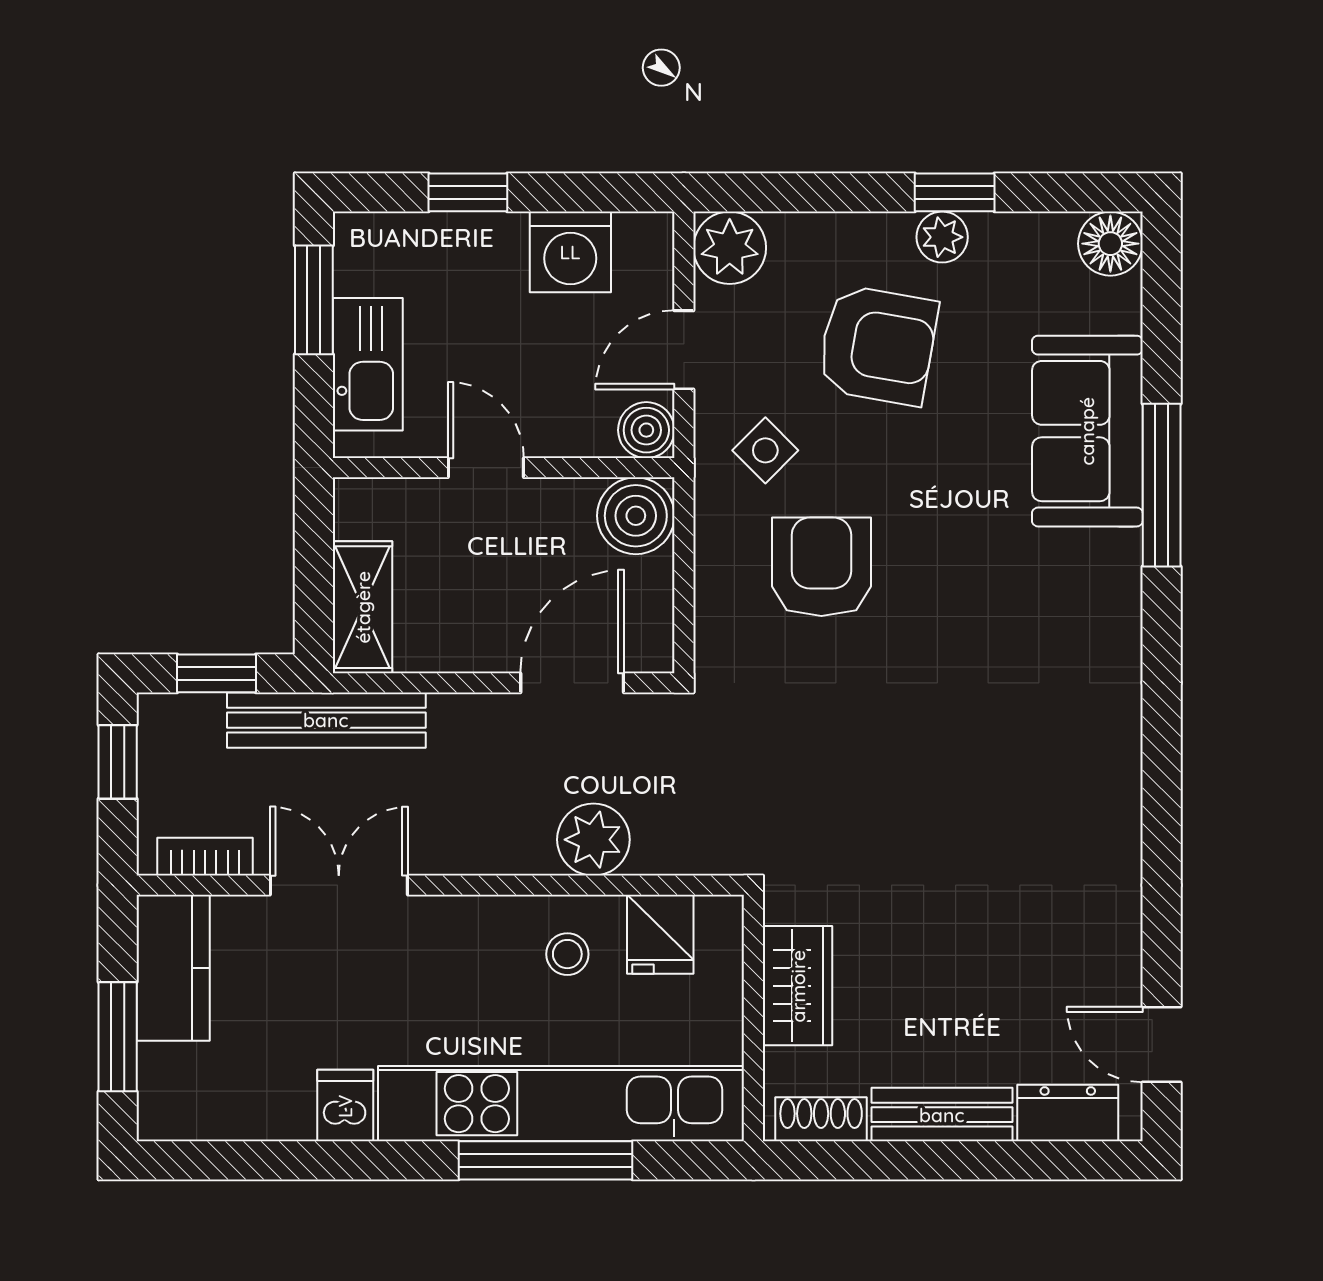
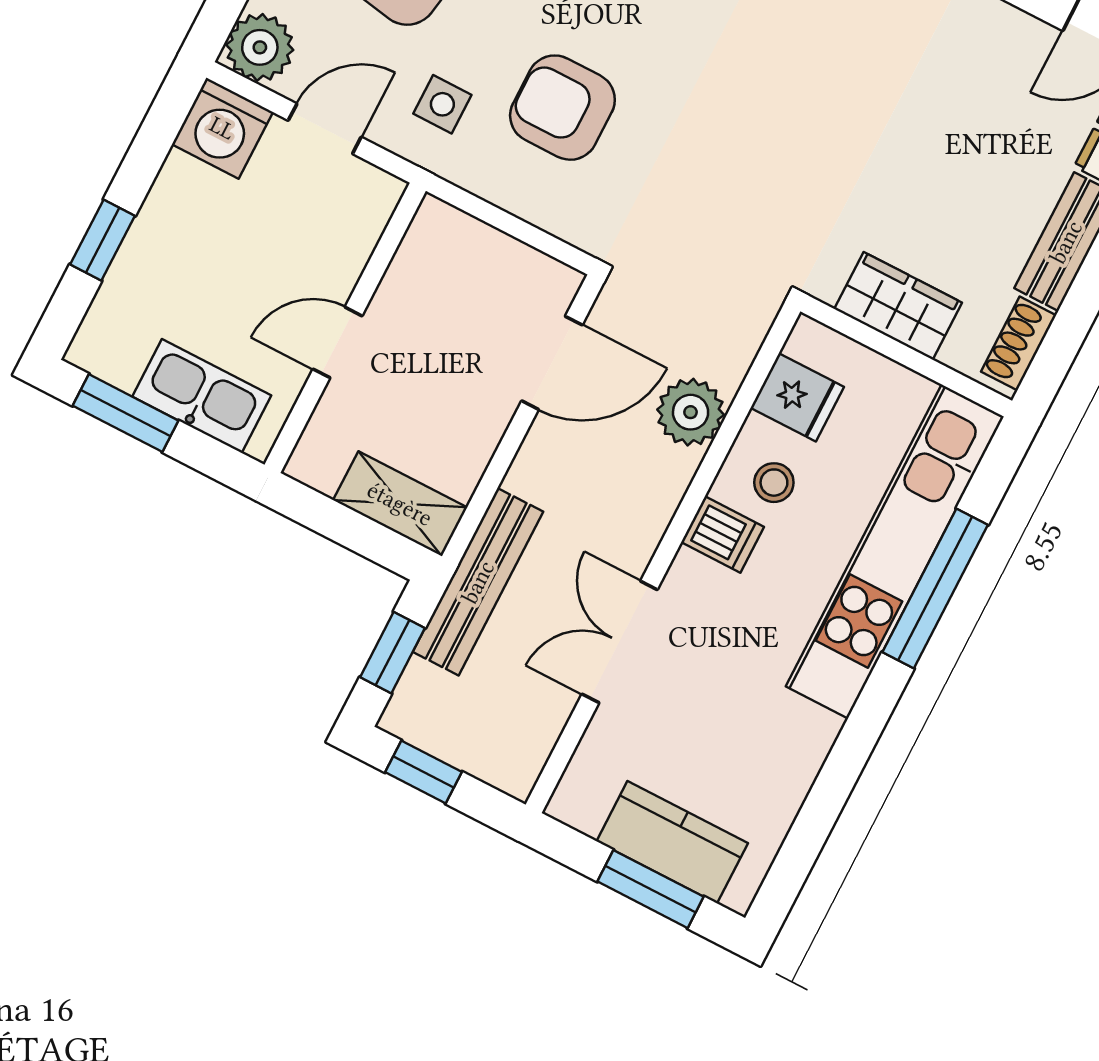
washing machine: (570, 252) -> (222, 128), moved, turned 90
door: (684, 350) -> (325, 129), swing flipped
boiler: (646, 430) -> (375, 194), removed
side table: (765, 450) -> (442, 104), turned 45
boiler: (636, 516) -> (441, 239), removed
door: (572, 683) -> (552, 363), swing flipped
bookcase: (205, 857) -> (539, 740), removed
kitchen counter: (173, 968) -> (672, 842), moved
dishwasher: (345, 1106) -> (723, 535), moved, turned 180

